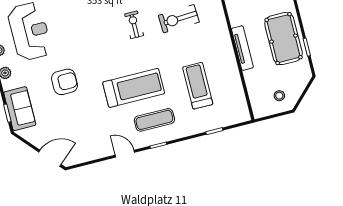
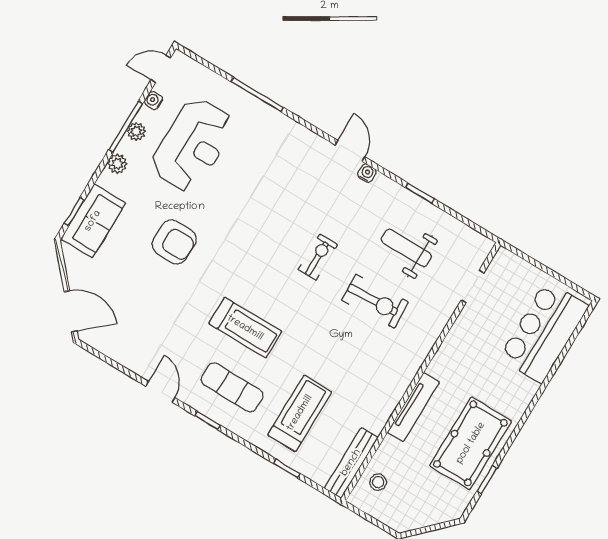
exercise bike: (179, 19) -> (375, 301), turned 180
treadmill: (198, 86) -> (300, 413), moved
treadmill: (134, 88) -> (245, 328), width x0.73, depth x0.73
stool: (279, 96) -> (378, 482), moved
bench: (240, 100) -> (351, 463), added

